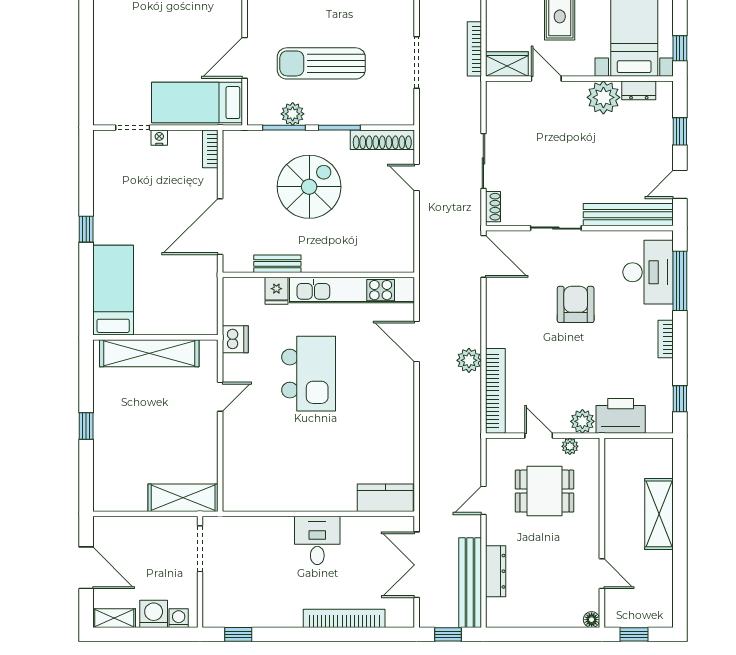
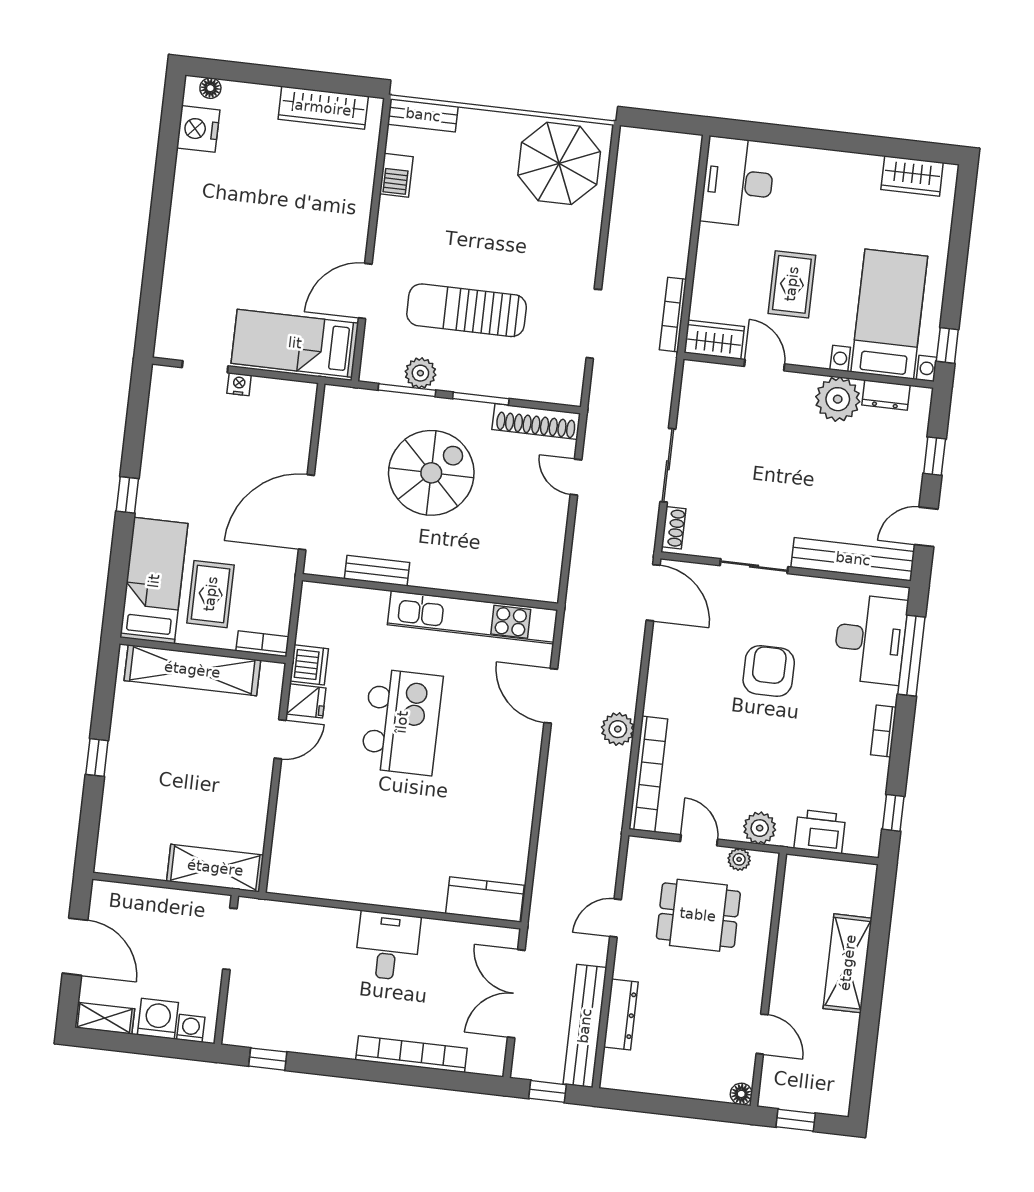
bookcase: (210, 149) -> (262, 644), moved, turned 90
fridge: (276, 291) -> (306, 701), moved, turned -90
rug: (156, 295) -> (211, 594), added
printer: (621, 416) -> (820, 831), width x0.73, depth x0.84

